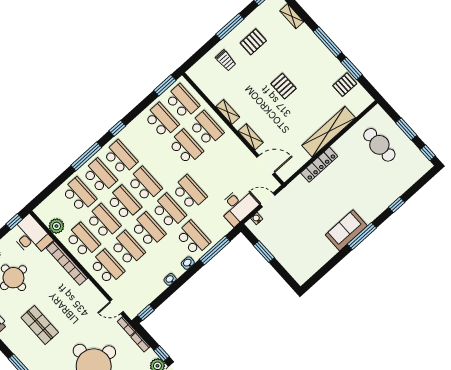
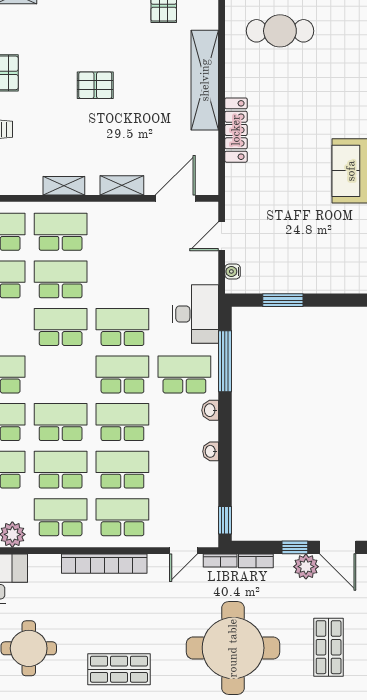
school desk: (145, 184) -> (61, 327), moved
desk: (238, 206) -> (195, 314), moved
bookcase: (67, 263) -> (104, 564), moved

